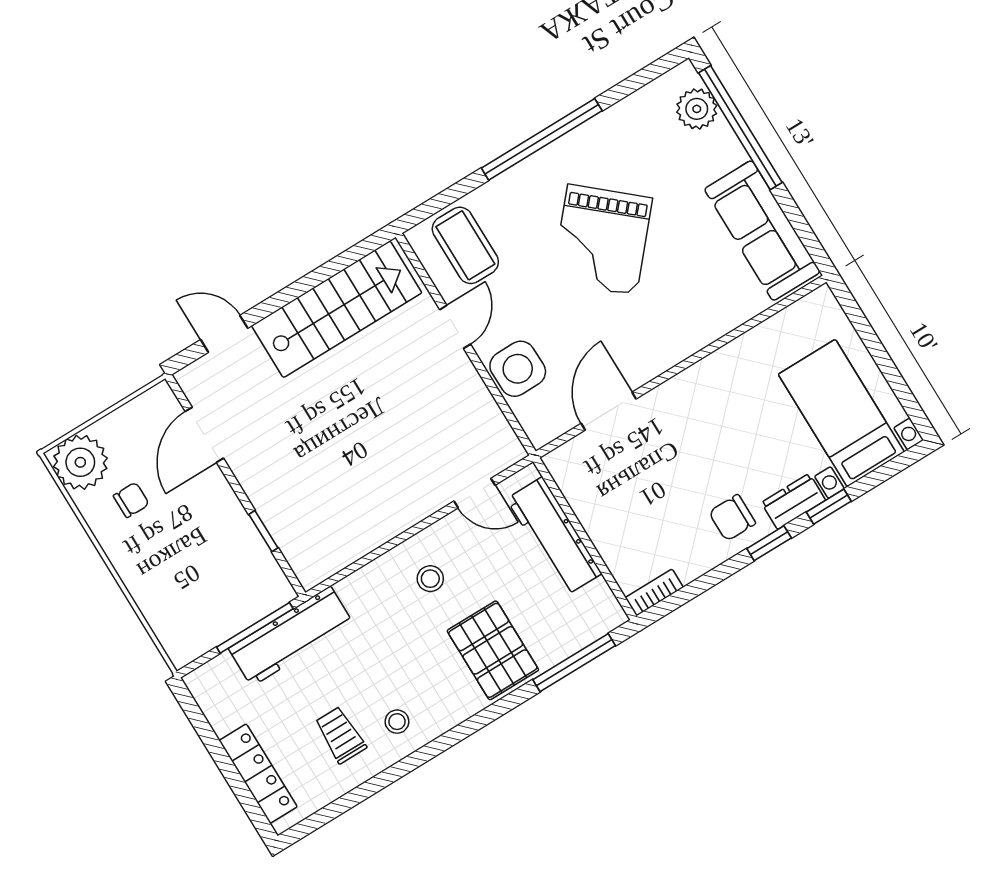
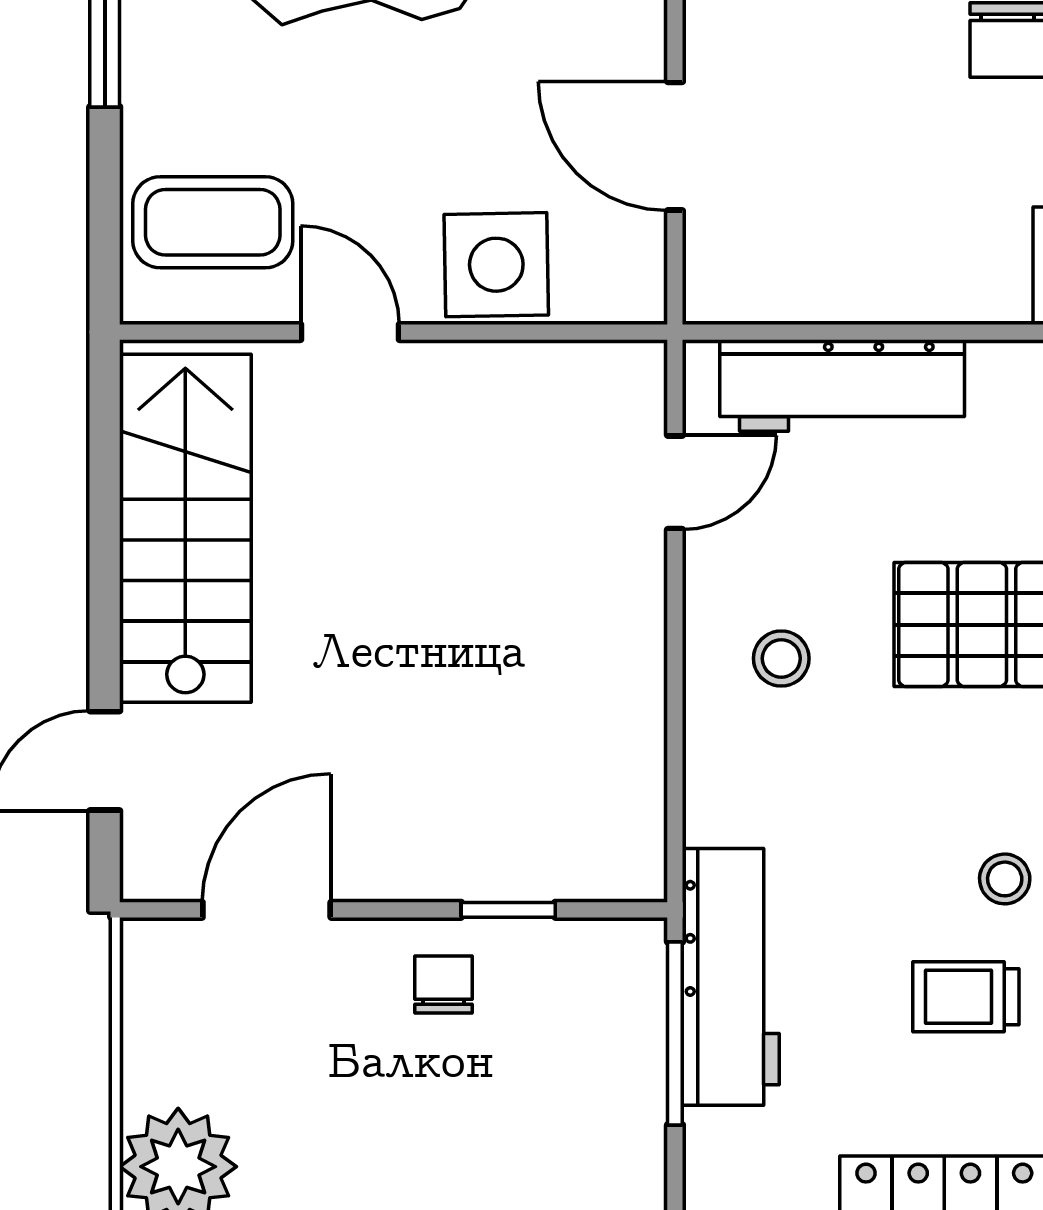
door: (204, 435) -> (267, 910), swing flipped
chair: (131, 500) -> (443, 985), moved

